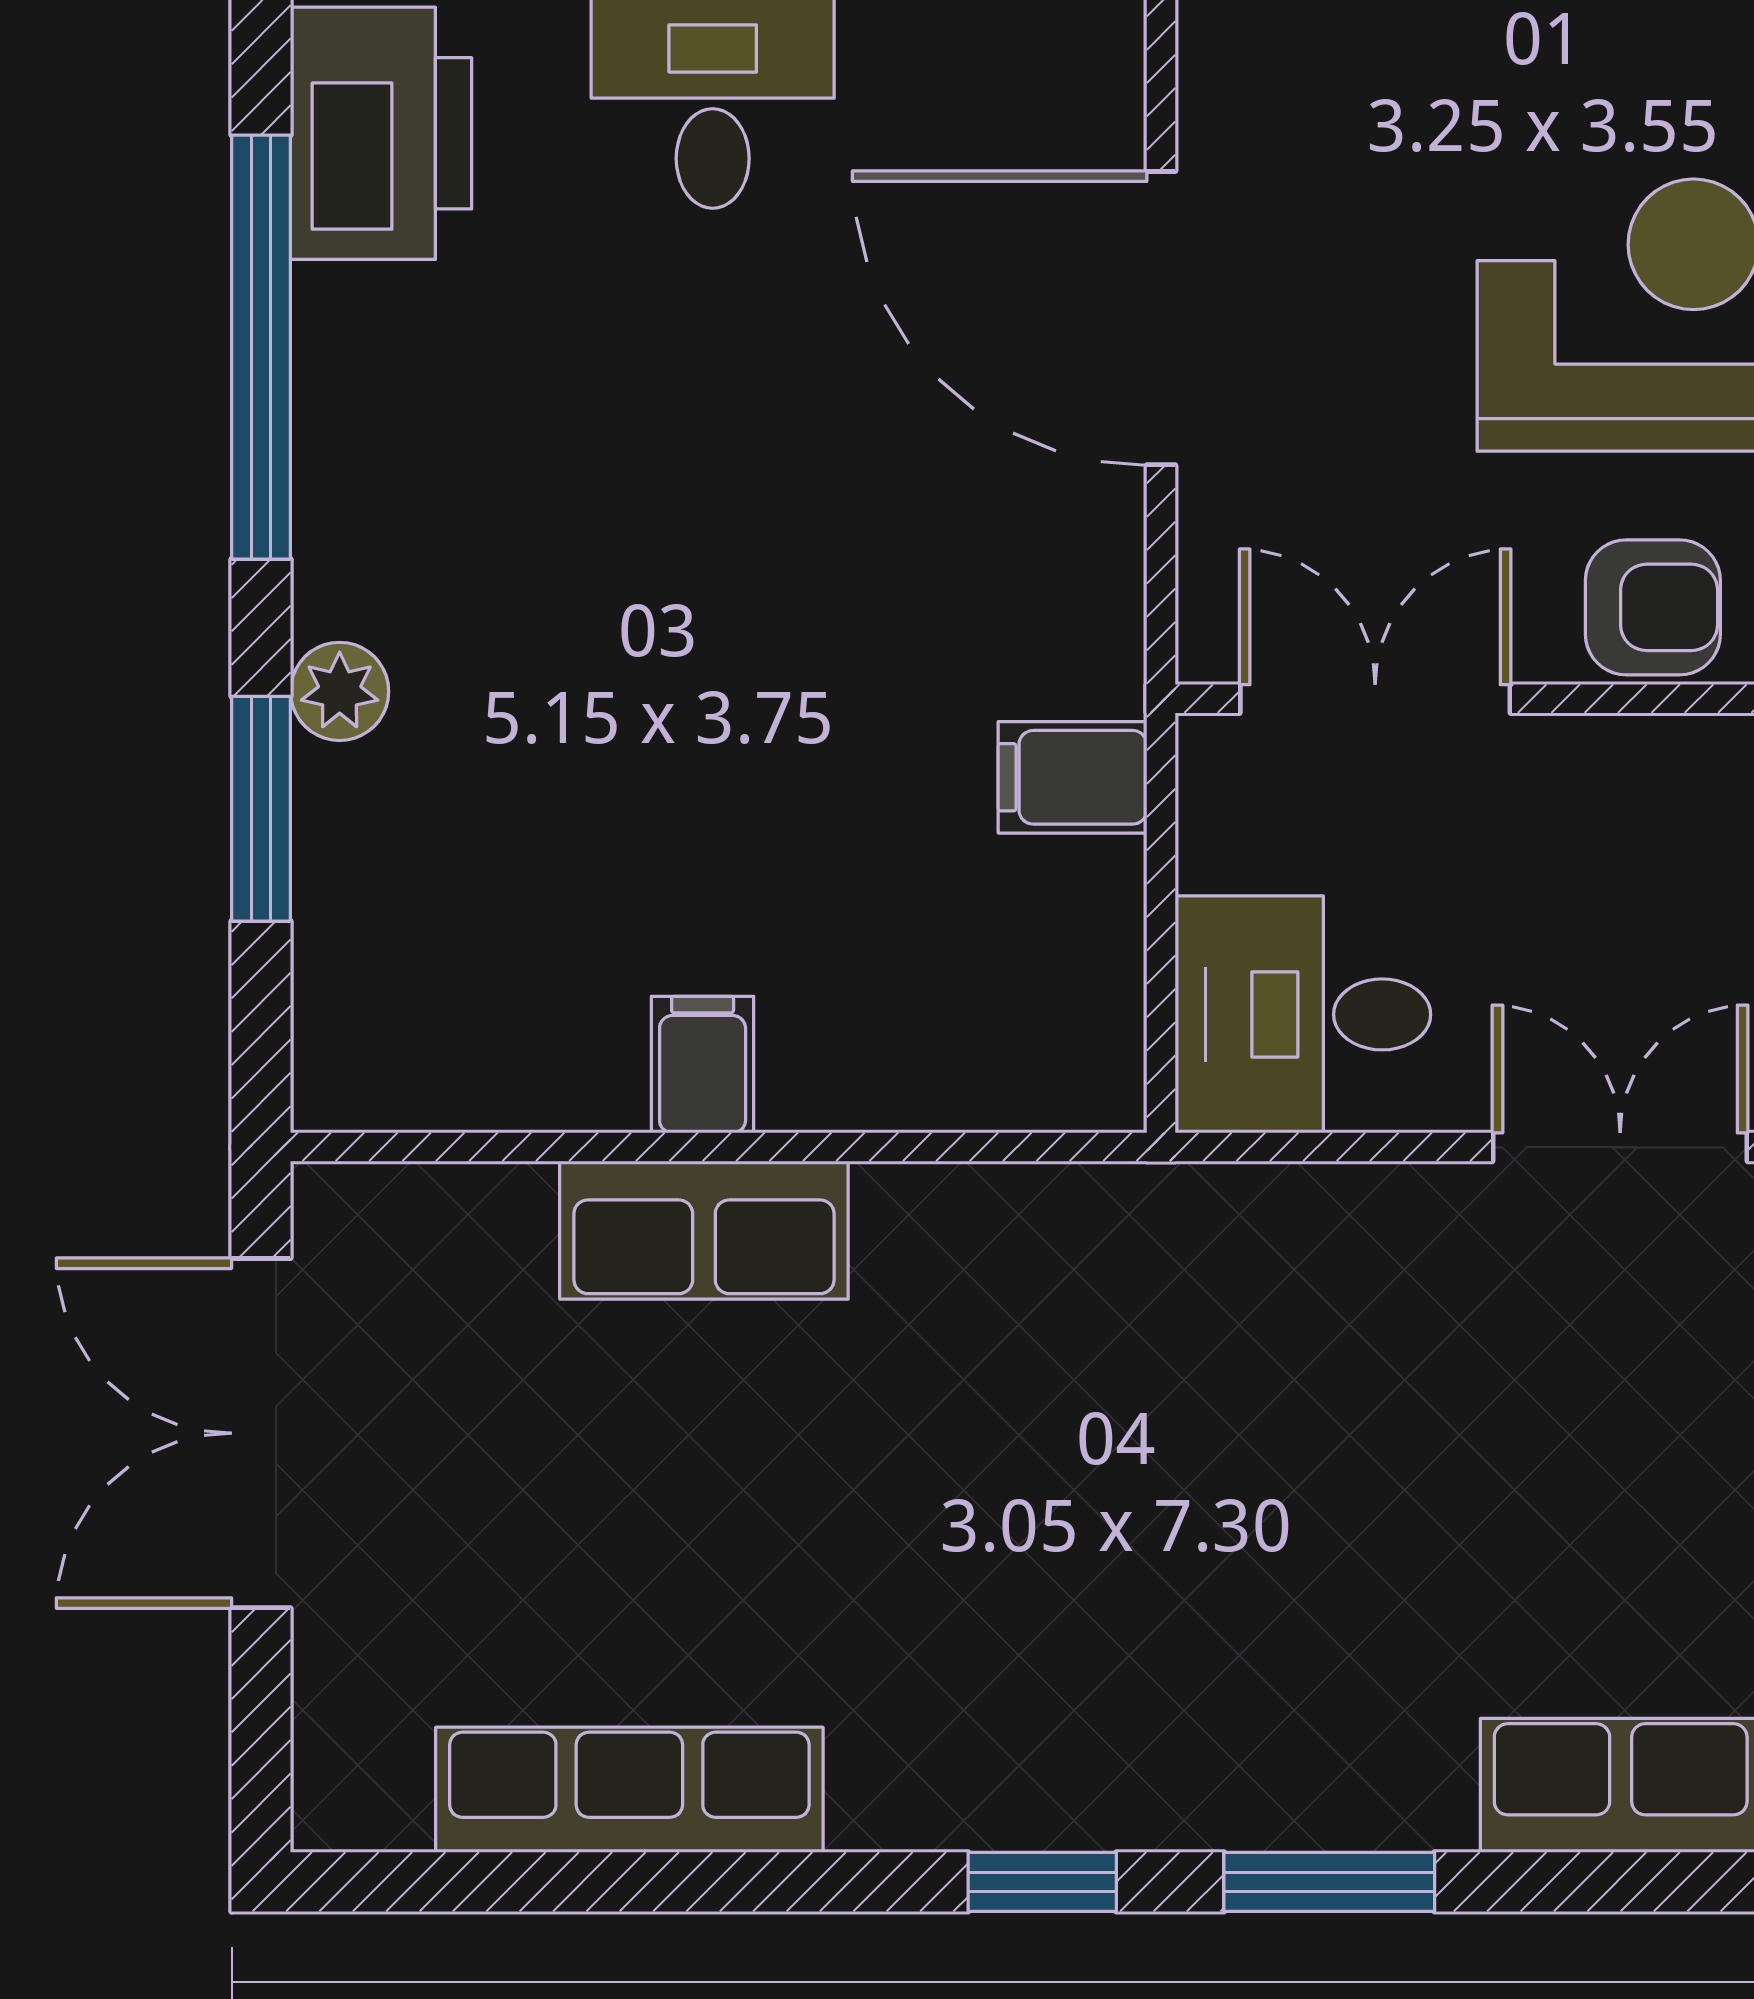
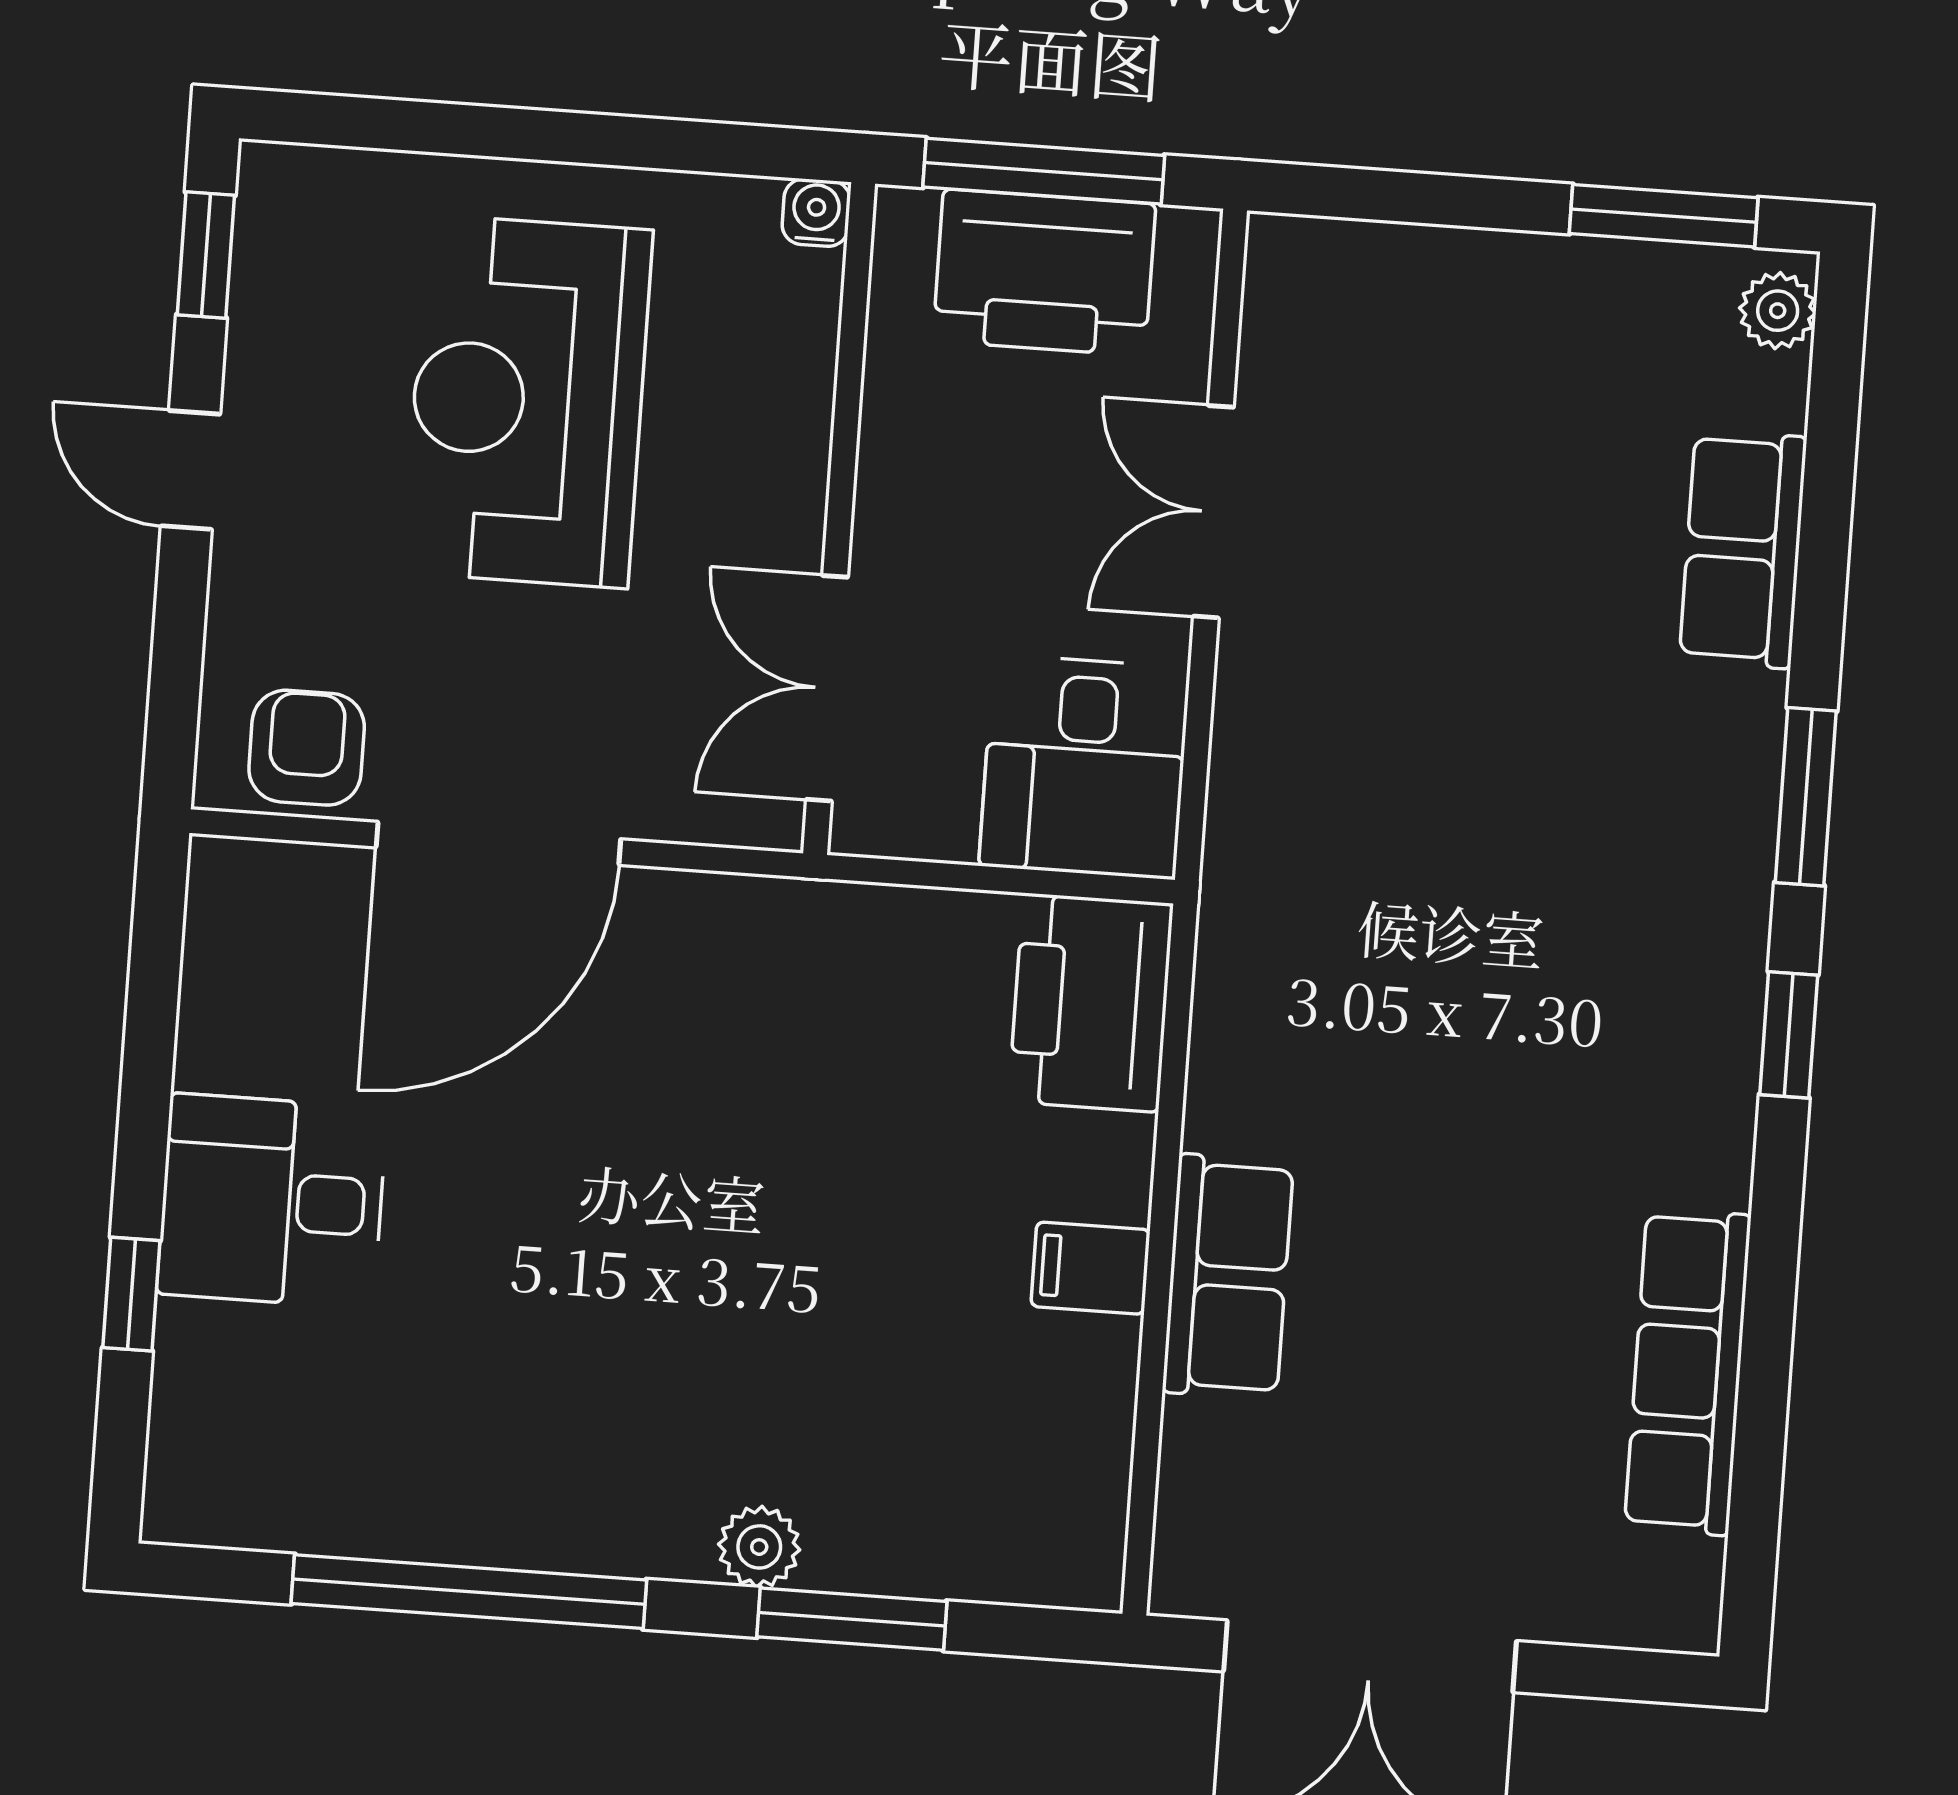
printer: (381, 133) -> (1091, 1003), moved, turned -90
armchair: (1653, 607) -> (307, 748), moved
filing cabinet: (1073, 777) -> (874, 944), removed

